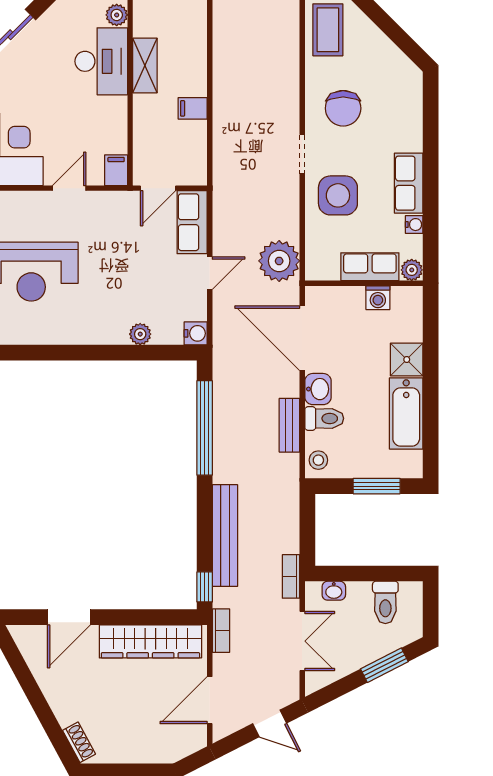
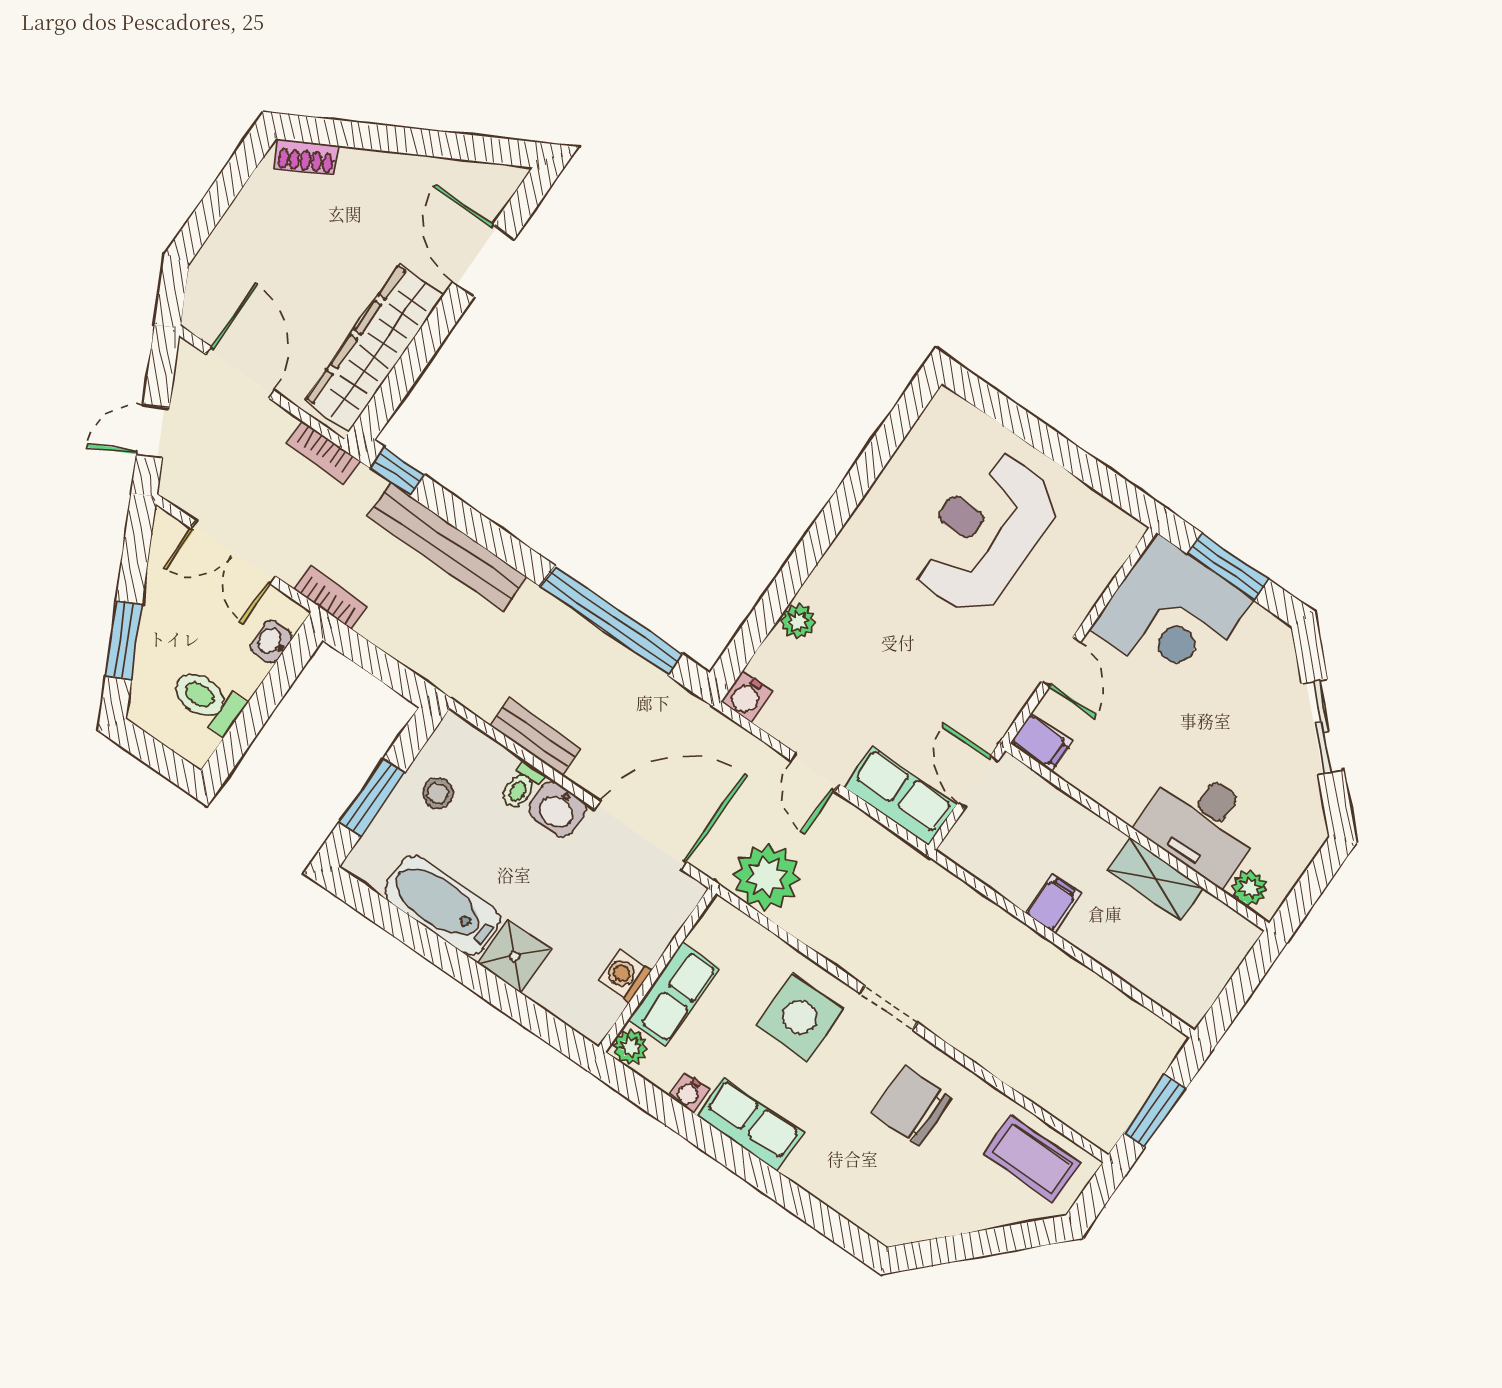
toilet: (324, 418) -> (522, 786), width x0.73, depth x0.72
stool: (318, 460) -> (438, 793), moved

